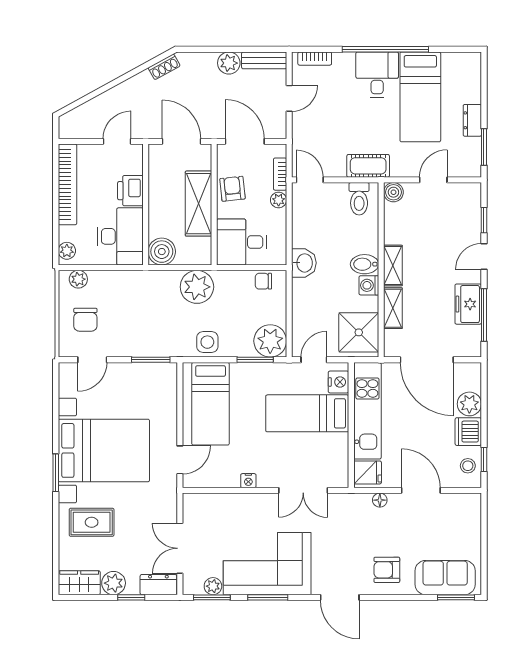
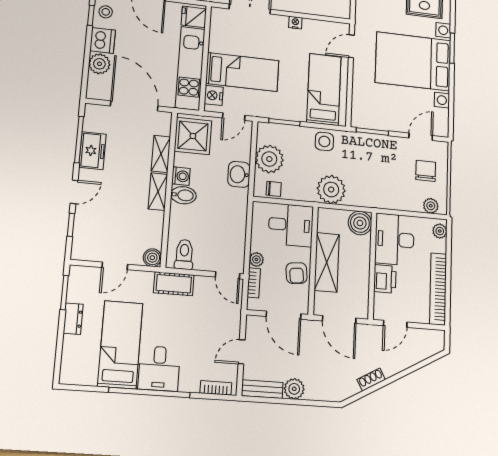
shoe rack: (164, 67) -> (371, 380), moved
washbasin: (304, 263) -> (239, 174), moved
plant: (270, 341) -> (269, 159), moved

